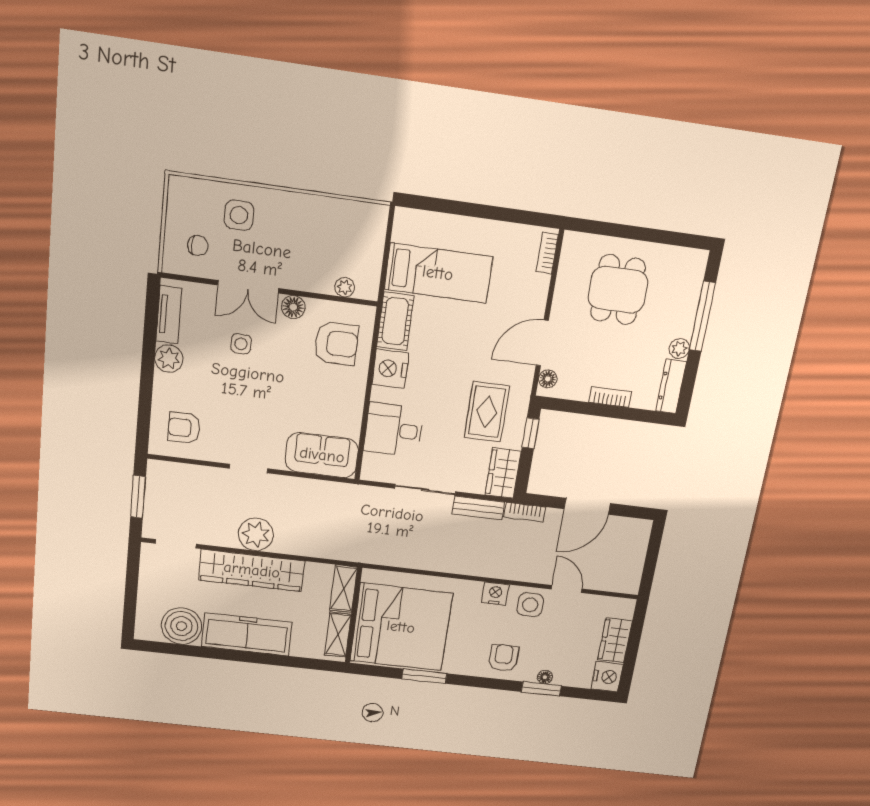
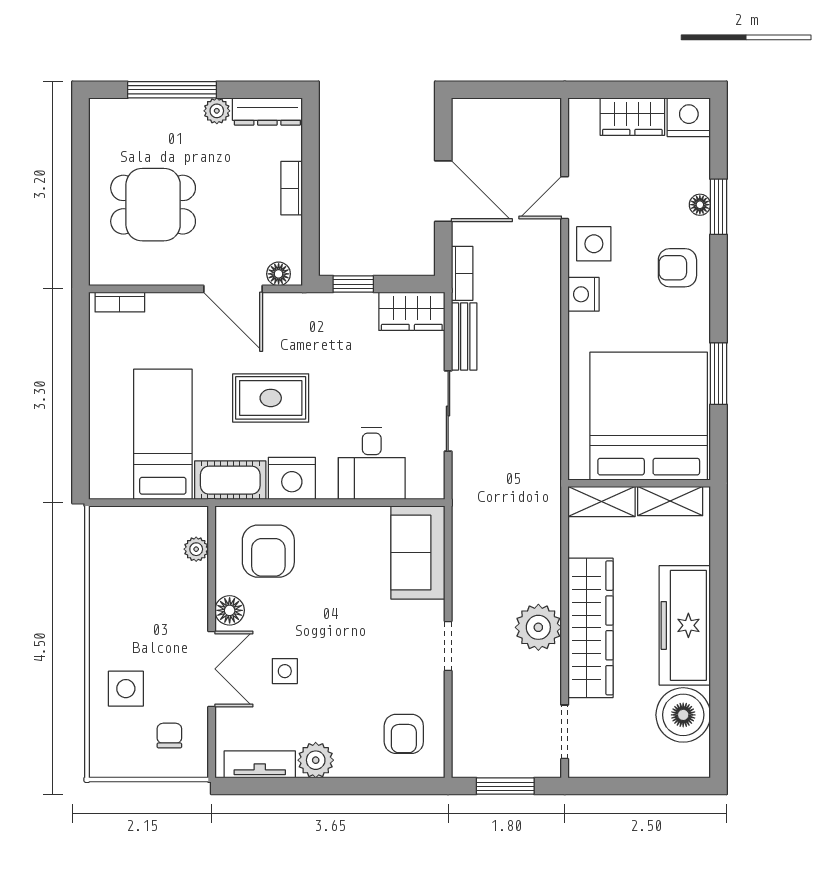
armchair: (336, 343) -> (268, 551), turned 180
rug: (487, 412) -> (271, 398), moved

